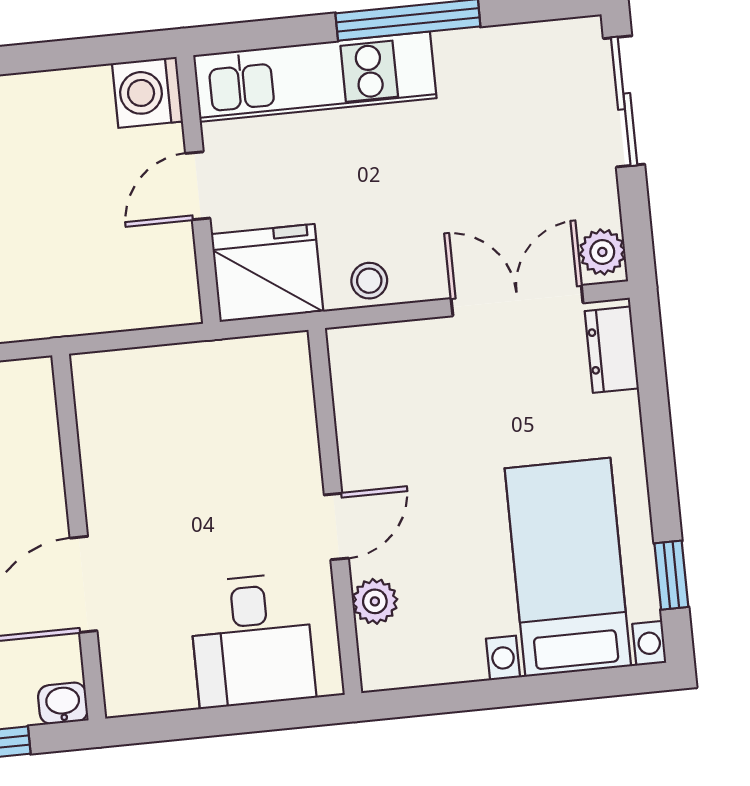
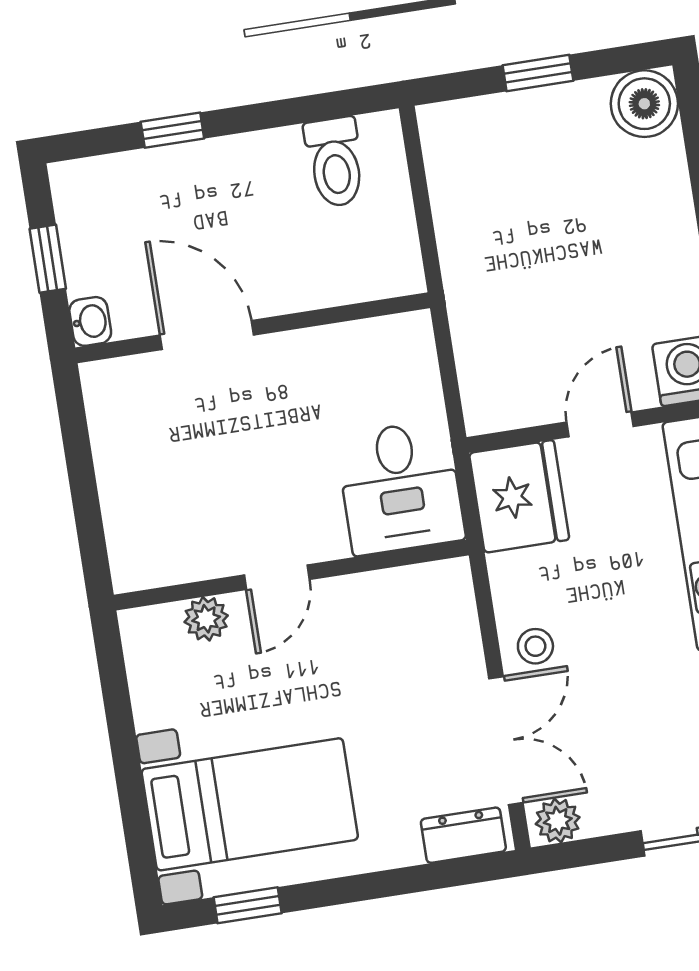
door: (198, 186) -> (600, 424), hinge flipped
stool: (369, 281) -> (535, 646), moved
door: (336, 526) -> (277, 577), hinge flipped
desk: (252, 640) -> (400, 488), moved, turned -90

